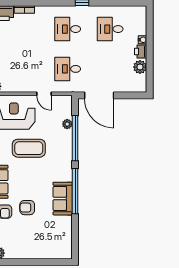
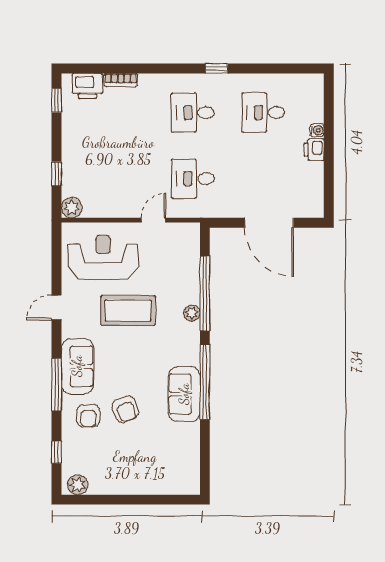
plant: (140, 67) -> (313, 176), removed
door: (44, 94) -> (153, 220), swing flipped
door: (99, 95) -> (269, 223), moved
plant: (67, 124) -> (192, 313), moved
armchair: (27, 208) -> (125, 409), turned -111

